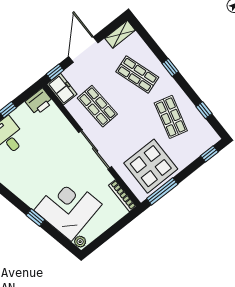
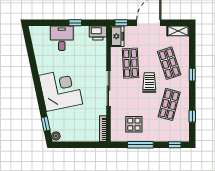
trolley: (133, 111) -> (149, 83), added
display table: (151, 166) -> (134, 124), width x0.54, depth x0.54
window: (162, 191) -> (140, 145), moved
corner desk: (68, 207) -> (61, 90), moved
window: (35, 217) -> (46, 124), moved

